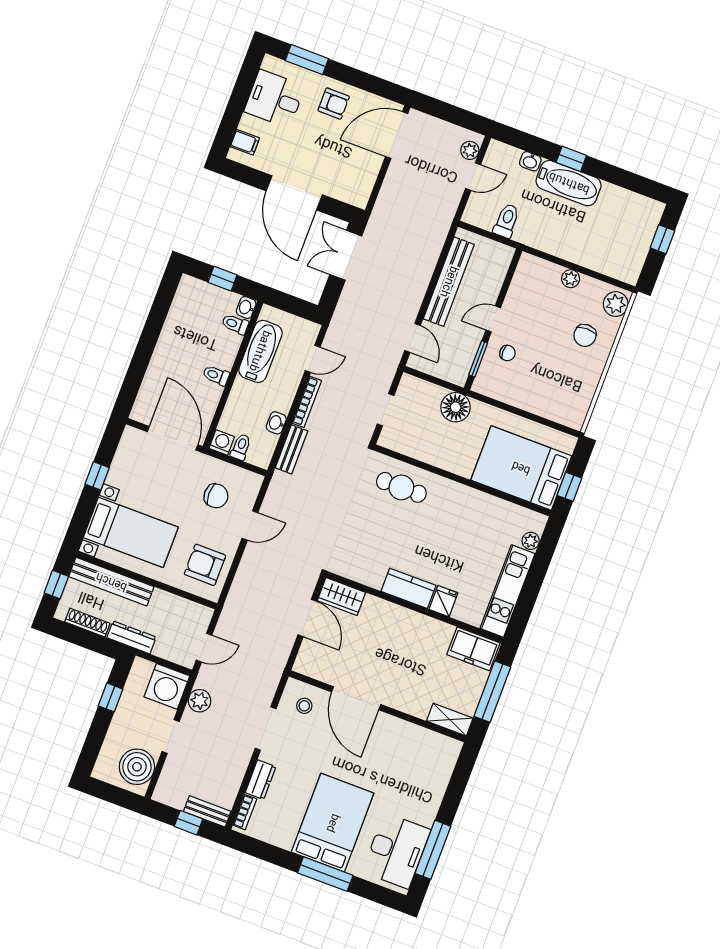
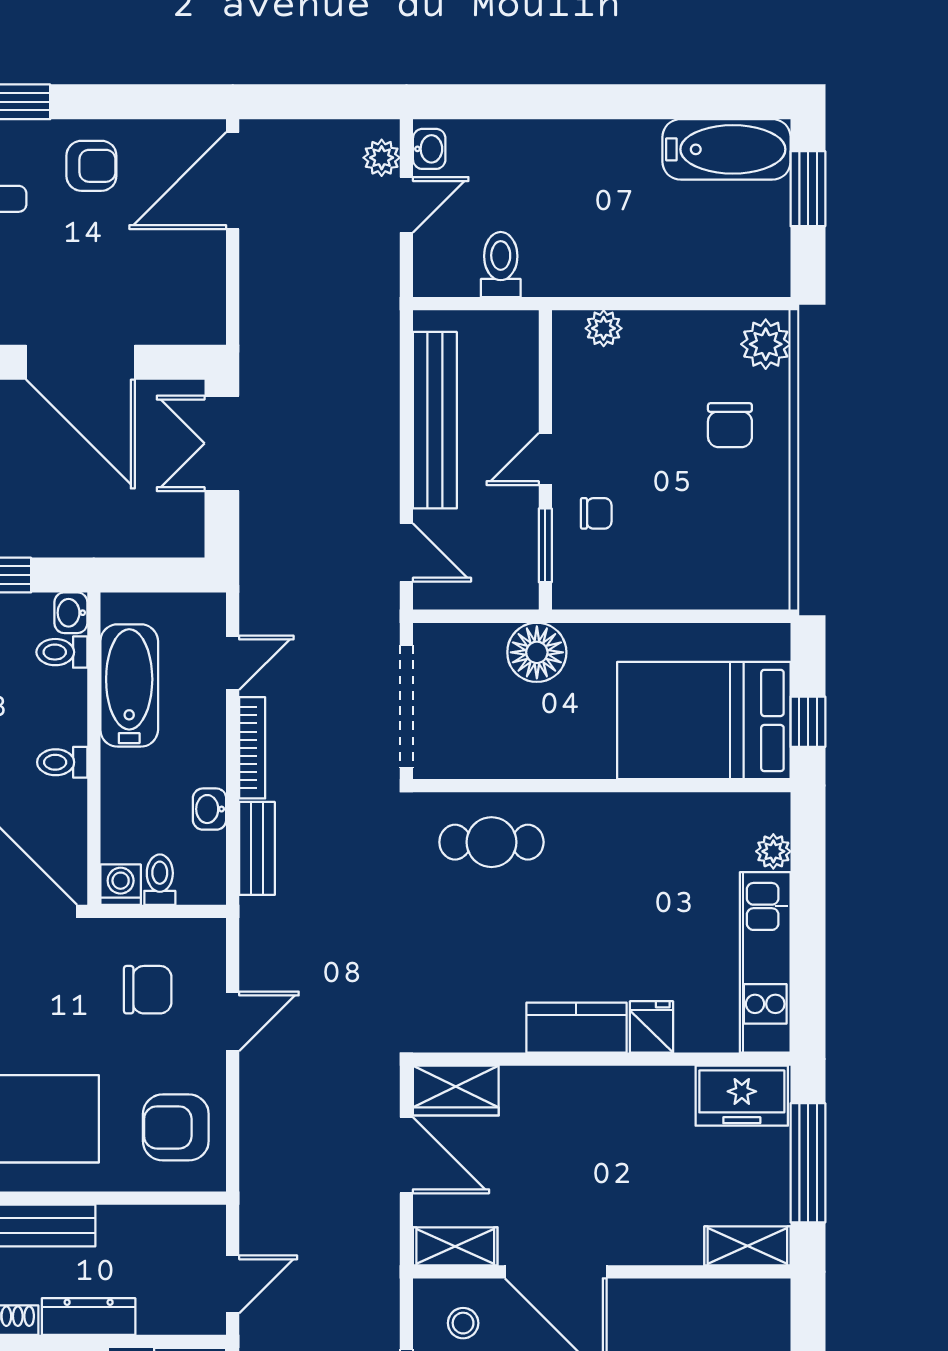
window: (571, 159) -> (579, 102), removed
washbasin: (530, 161) -> (429, 149), moved, turned -90
bathtub: (569, 183) -> (727, 149), moved
window: (662, 239) -> (808, 189), width x1.50
plant: (571, 279) -> (604, 328), moved
doorway: (386, 410) -> (406, 707), width x1.87
shelving: (314, 669) -> (455, 1246), added

